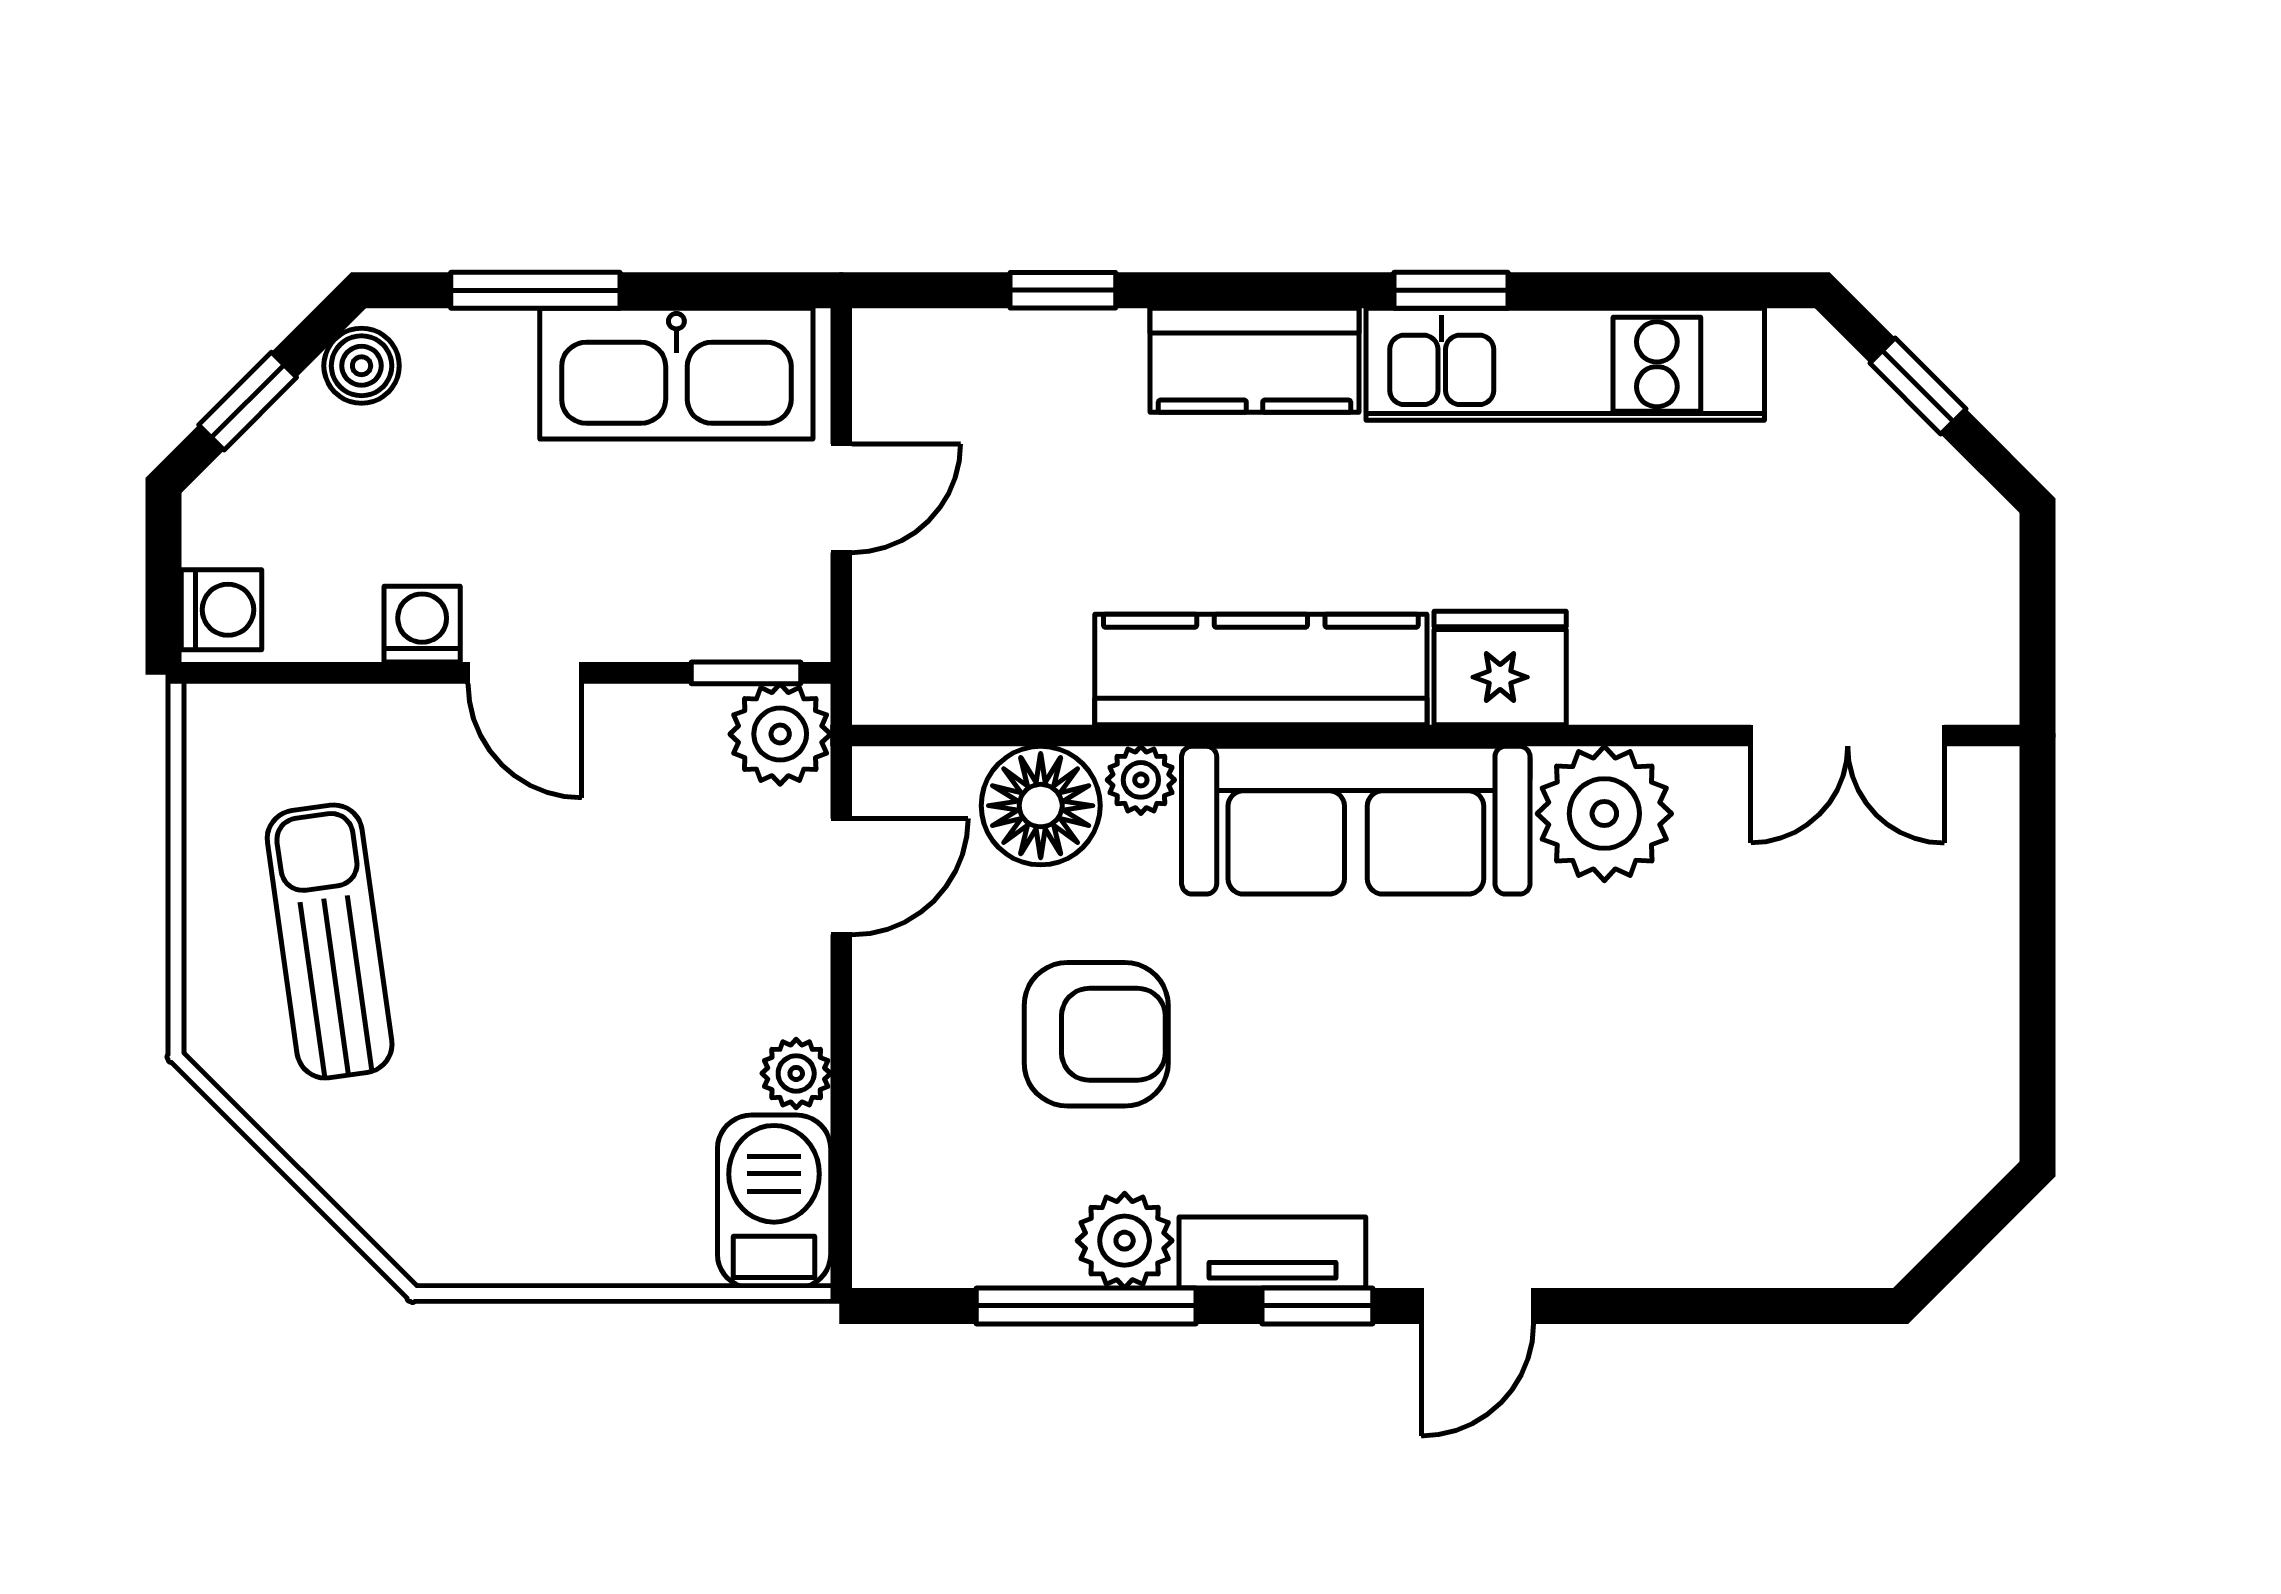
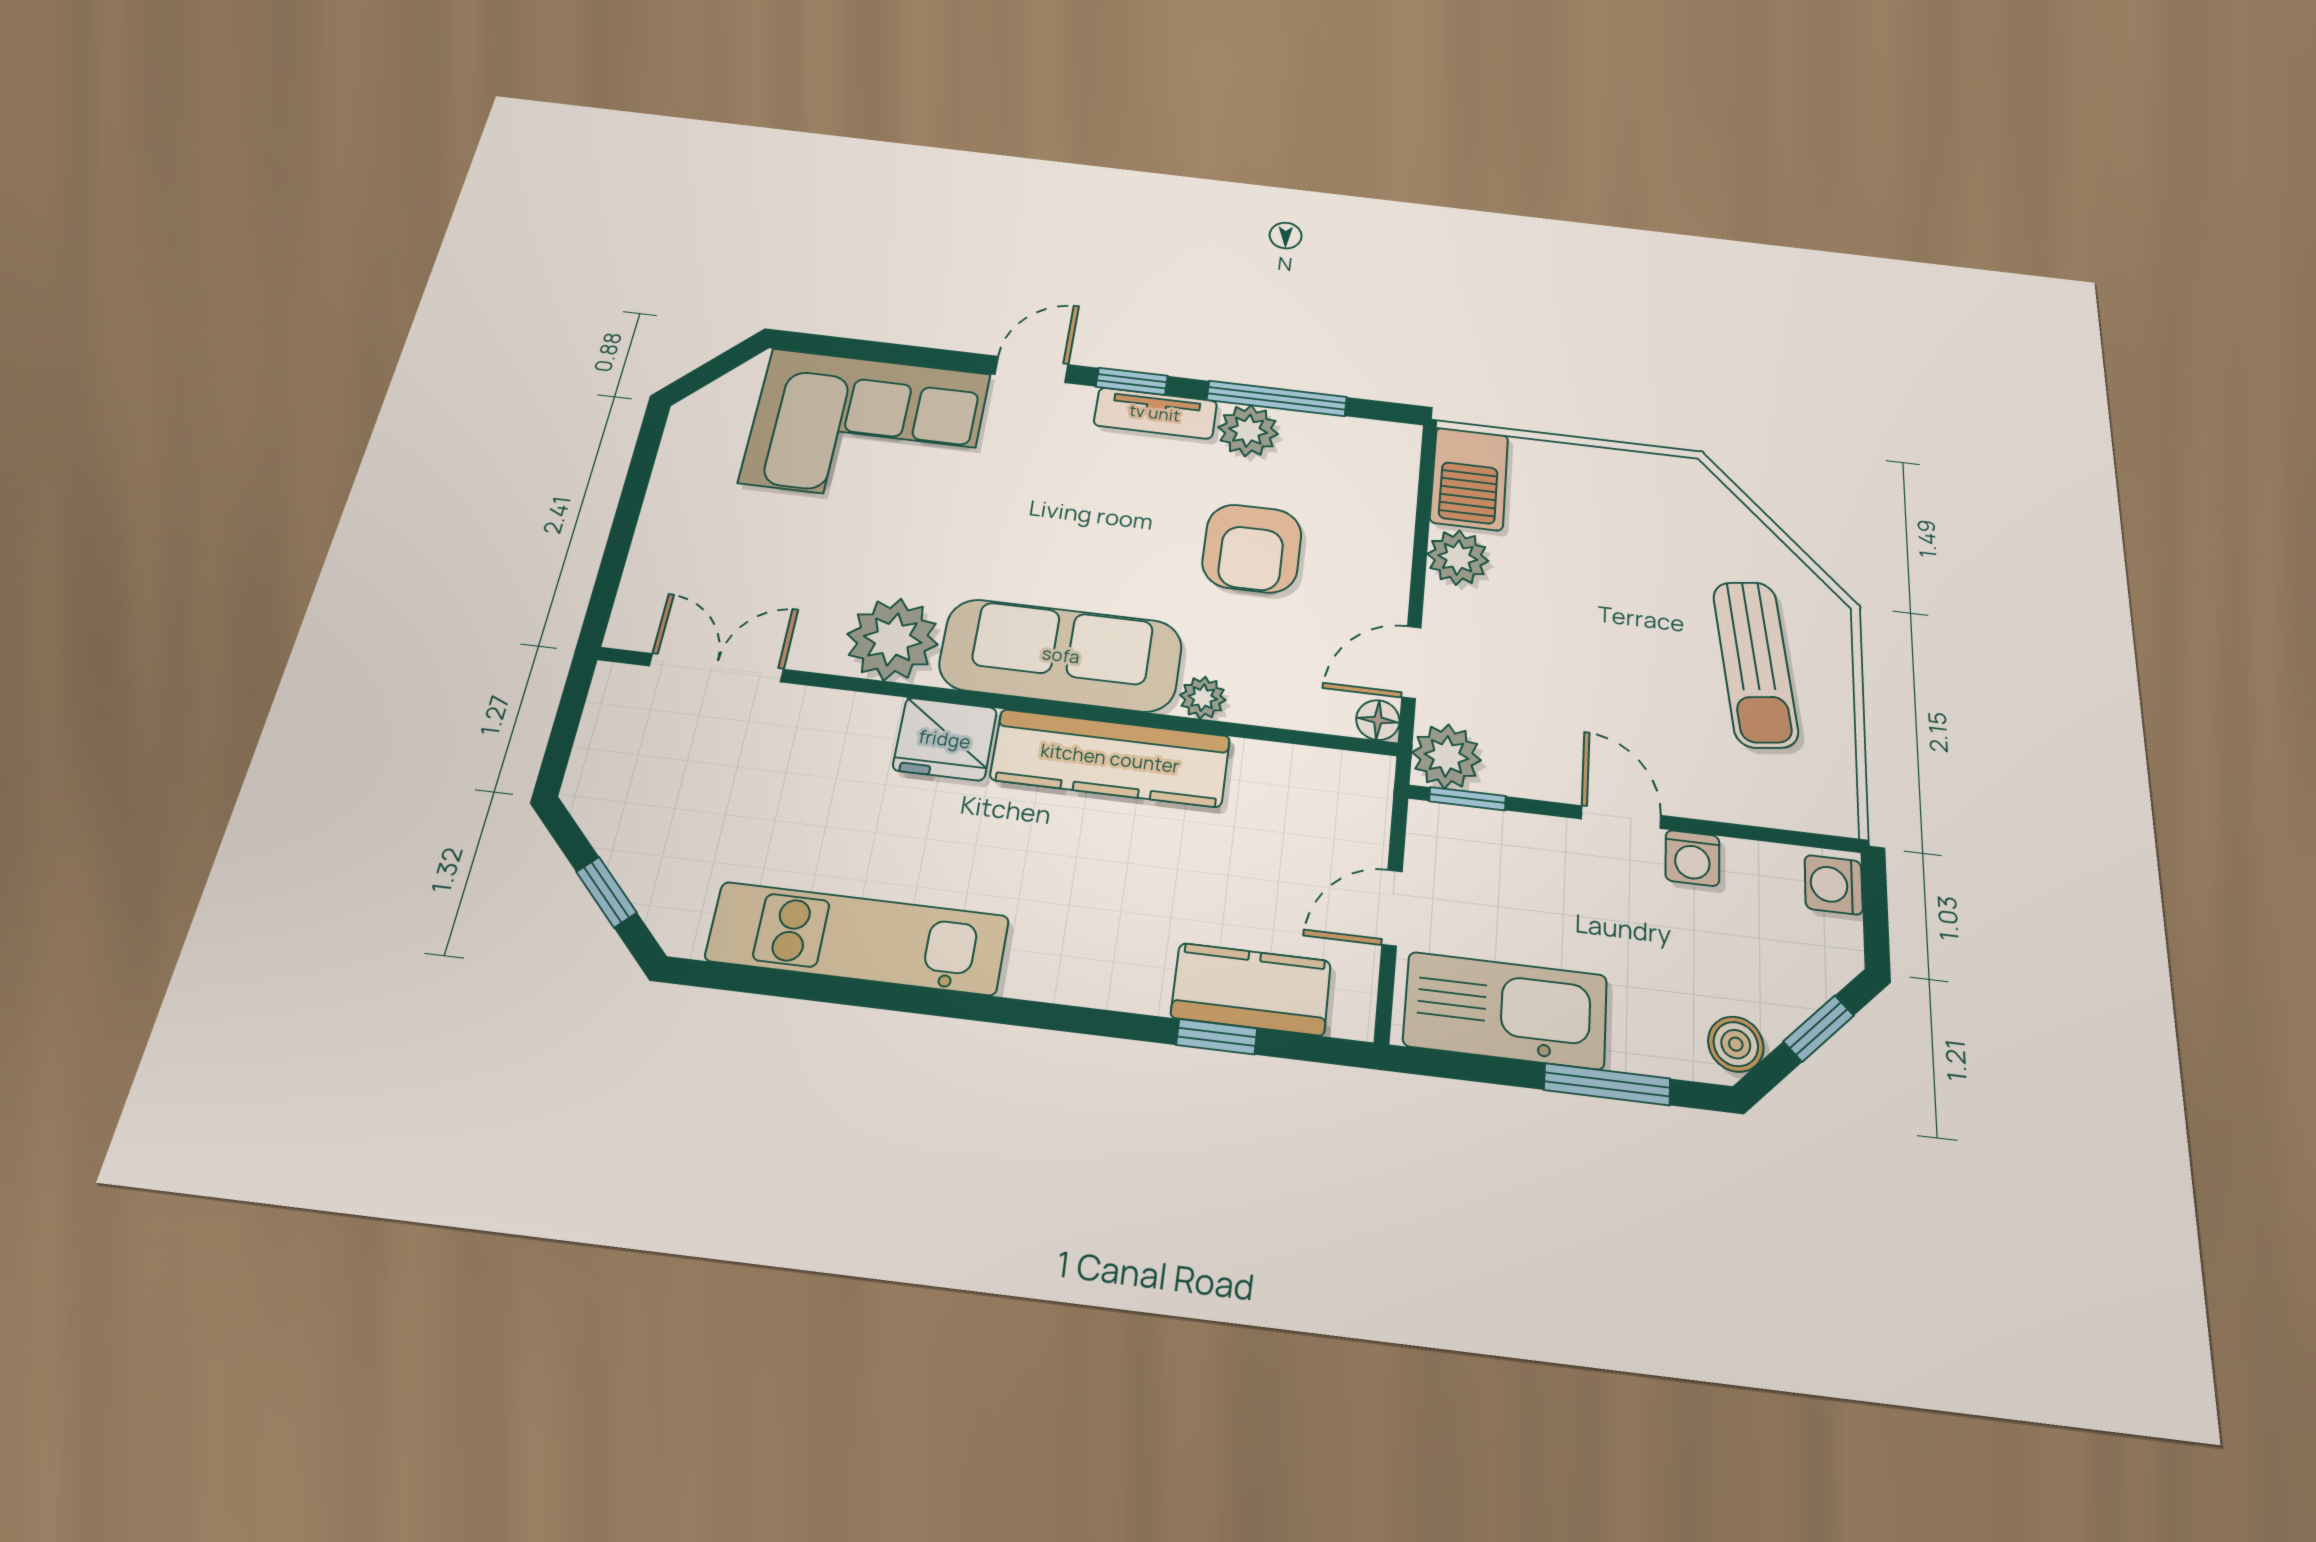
window: (1451, 290) -> (931, 1002), removed
kitchen counter: (1255, 360) -> (1251, 989), moved
floor lamp: (1041, 806) -> (1378, 720), moved, width x0.53, depth x0.53
armchair: (1096, 1034) -> (1252, 548), turned -90
plant: (796, 1073) -> (1458, 558), width x1.38, depth x1.38
corner sofa: (1714, 1164) -> (866, 428), added

